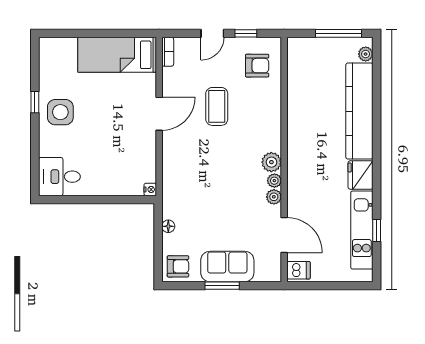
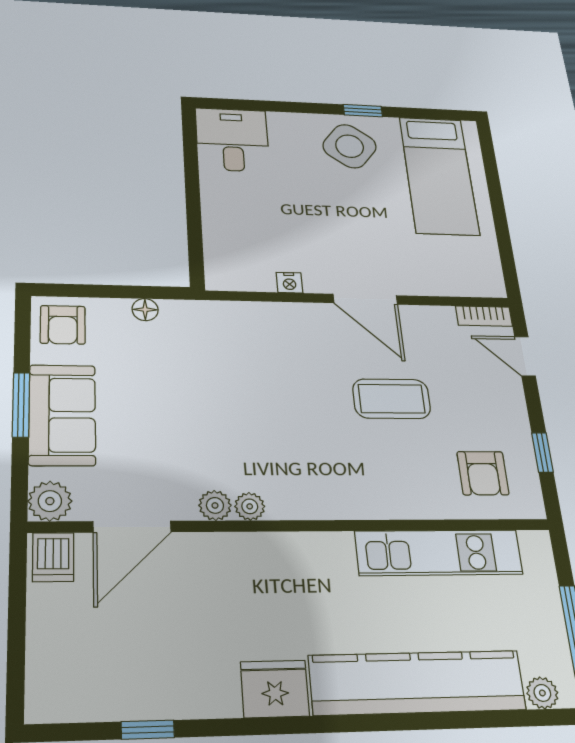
door: (212, 33) -> (525, 356), moved
bed: (117, 55) -> (439, 175), moved, turned 180
side table: (60, 112) -> (350, 146), turned 37
plant: (271, 162) -> (50, 501), moved
nightstand: (150, 189) -> (289, 283), moved
kitchen unit: (362, 230) -> (439, 553), moved, turned 180

